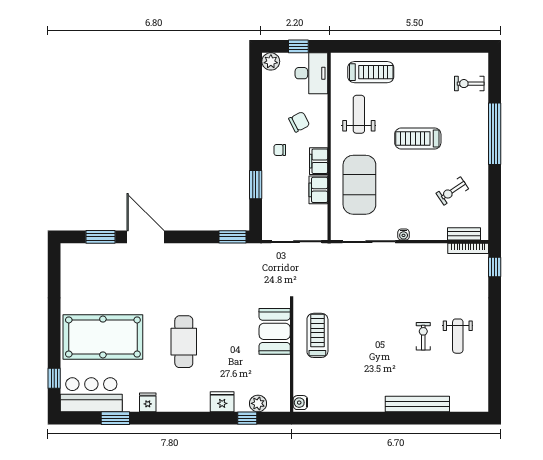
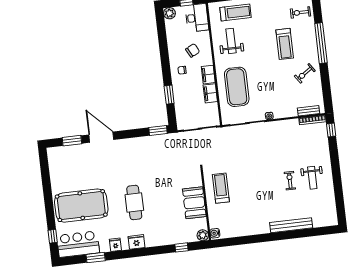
treadmill: (418, 138) -> (285, 44), moved, turned -90
exercise bike: (452, 191) -> (305, 73), moved
booth: (275, 331) -> (194, 203), moved
fridge: (222, 402) -> (136, 242), moved
plant: (258, 403) -> (203, 235), moved

